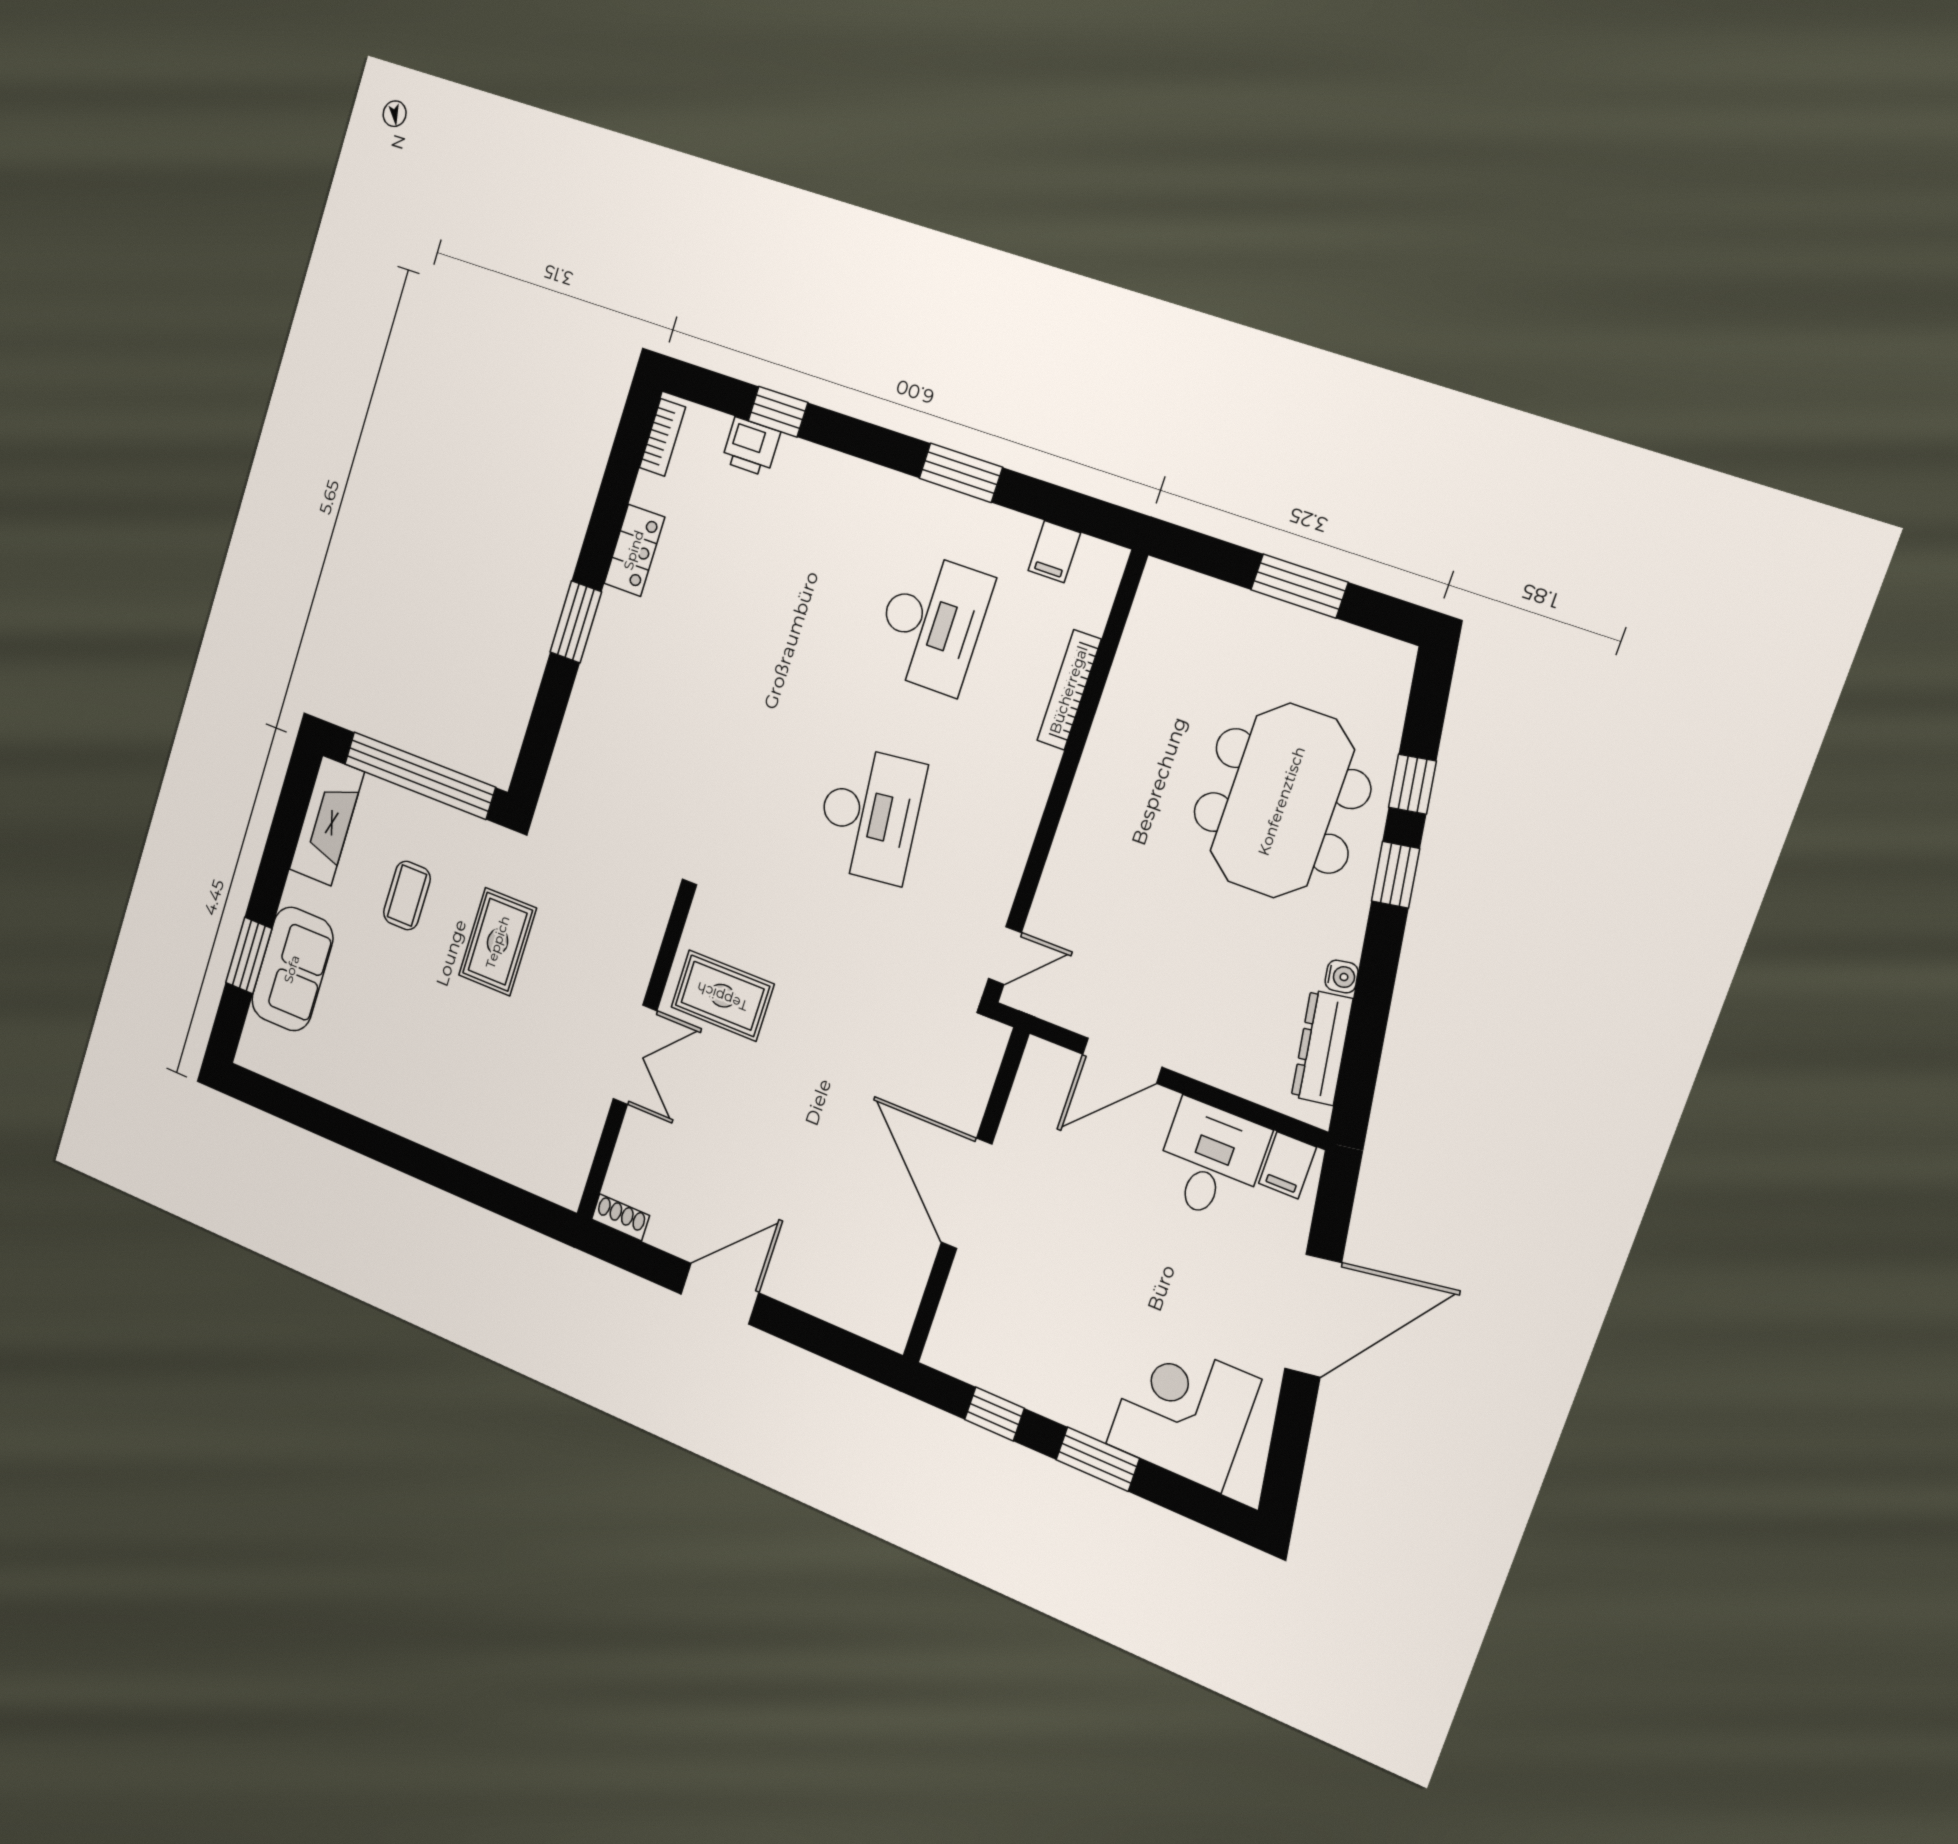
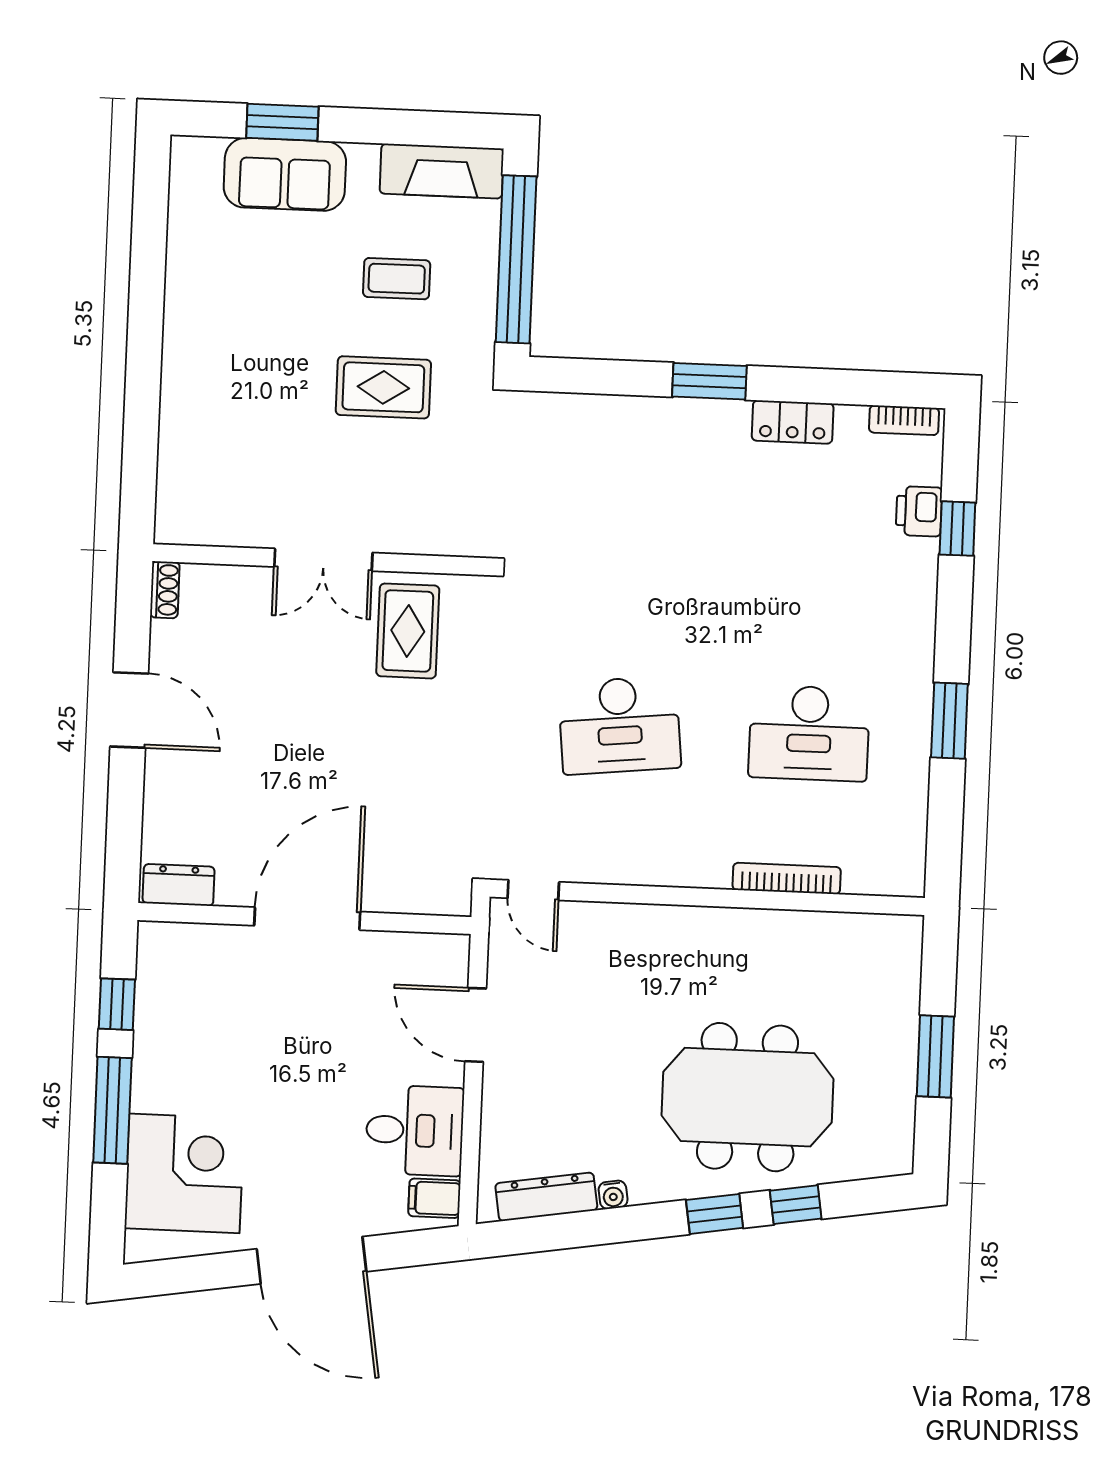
filing cabinet: (1054, 552) -> (904, 828), removed
dresser: (897, 1309) -> (179, 885), added
window: (1098, 1459) -> (112, 1110), width x1.44

